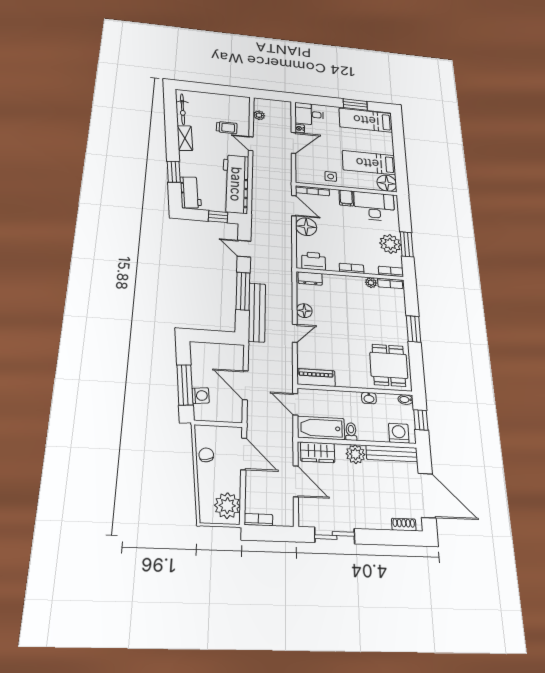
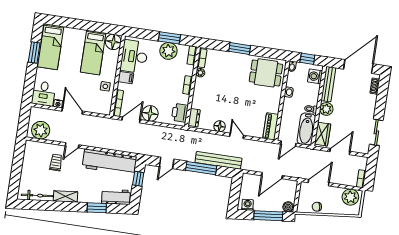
plant: (259, 115) -> (41, 130), width x1.88, depth x1.88
washing machine: (201, 396) -> (248, 205), moved
boiler: (201, 412) -> (288, 207), added

